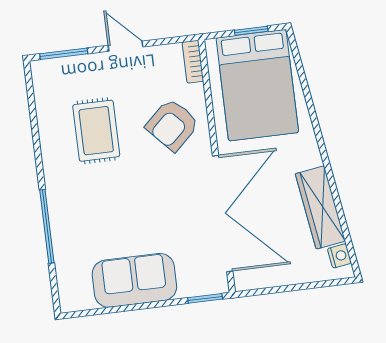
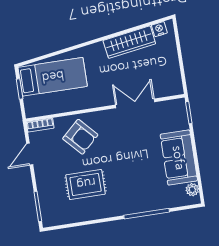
door: (125, 46) -> (30, 154), moved
bed: (257, 85) -> (53, 77), width x0.67
double door: (223, 214) -> (135, 103), width x0.54
plant: (83, 300) -> (192, 190), added

